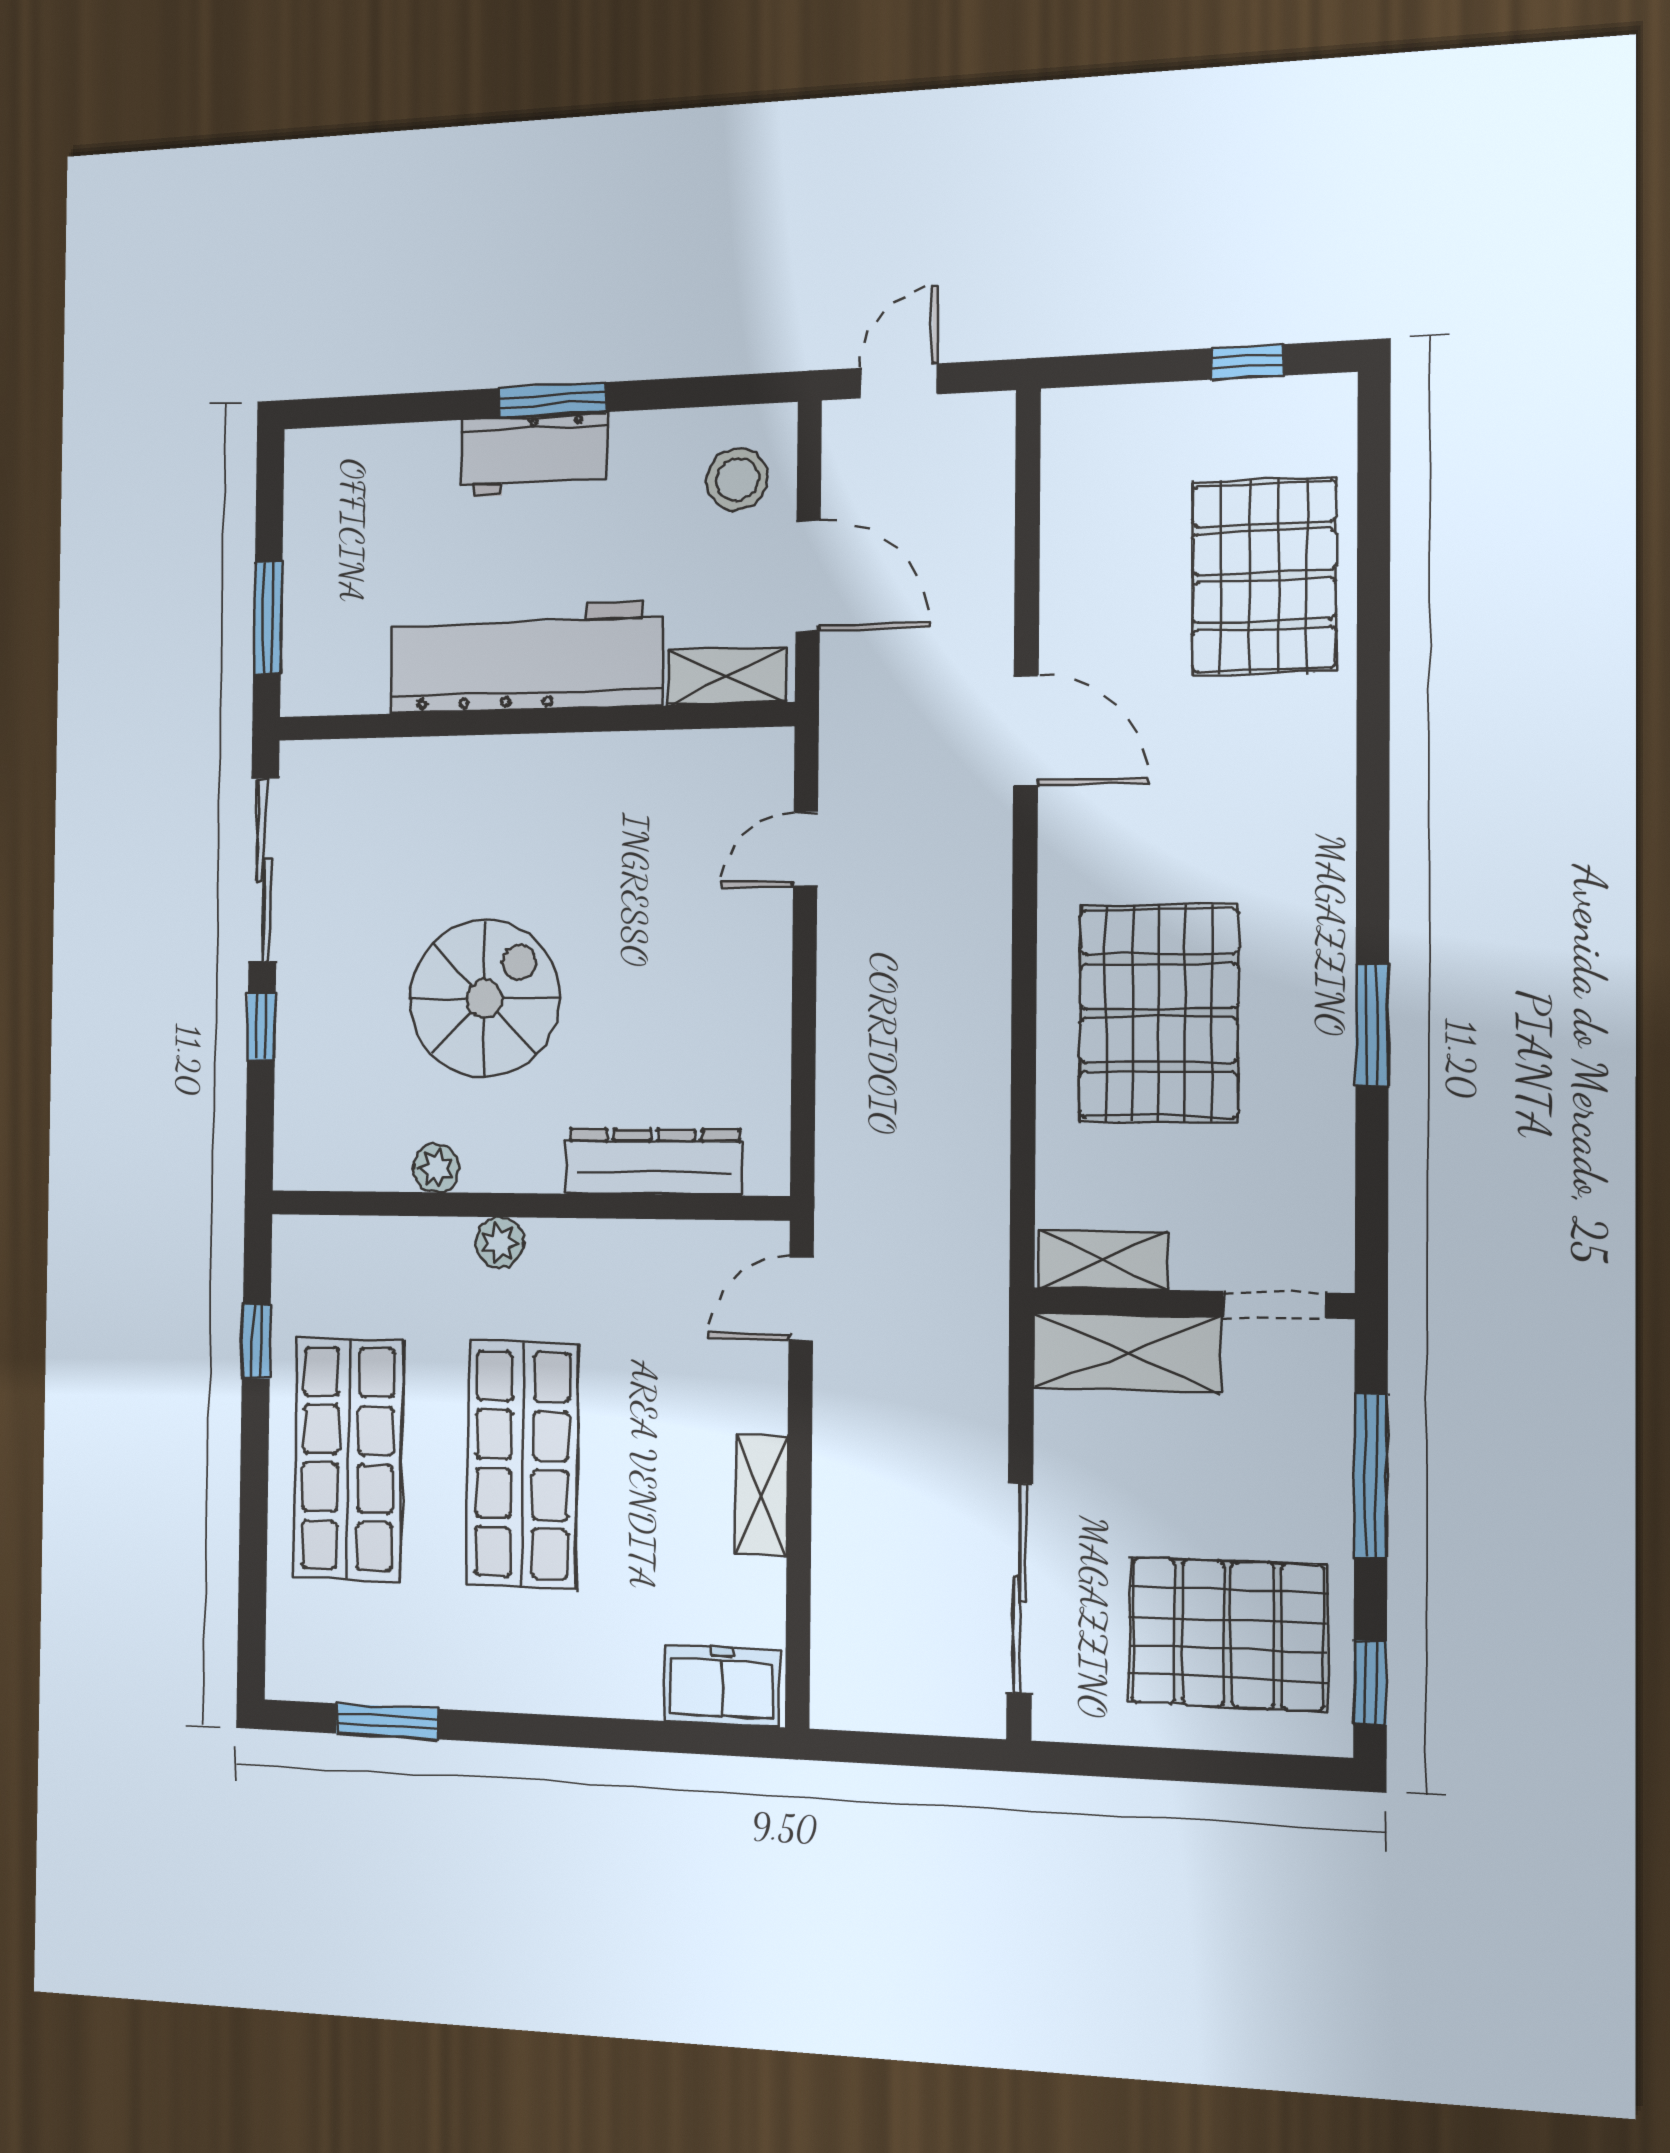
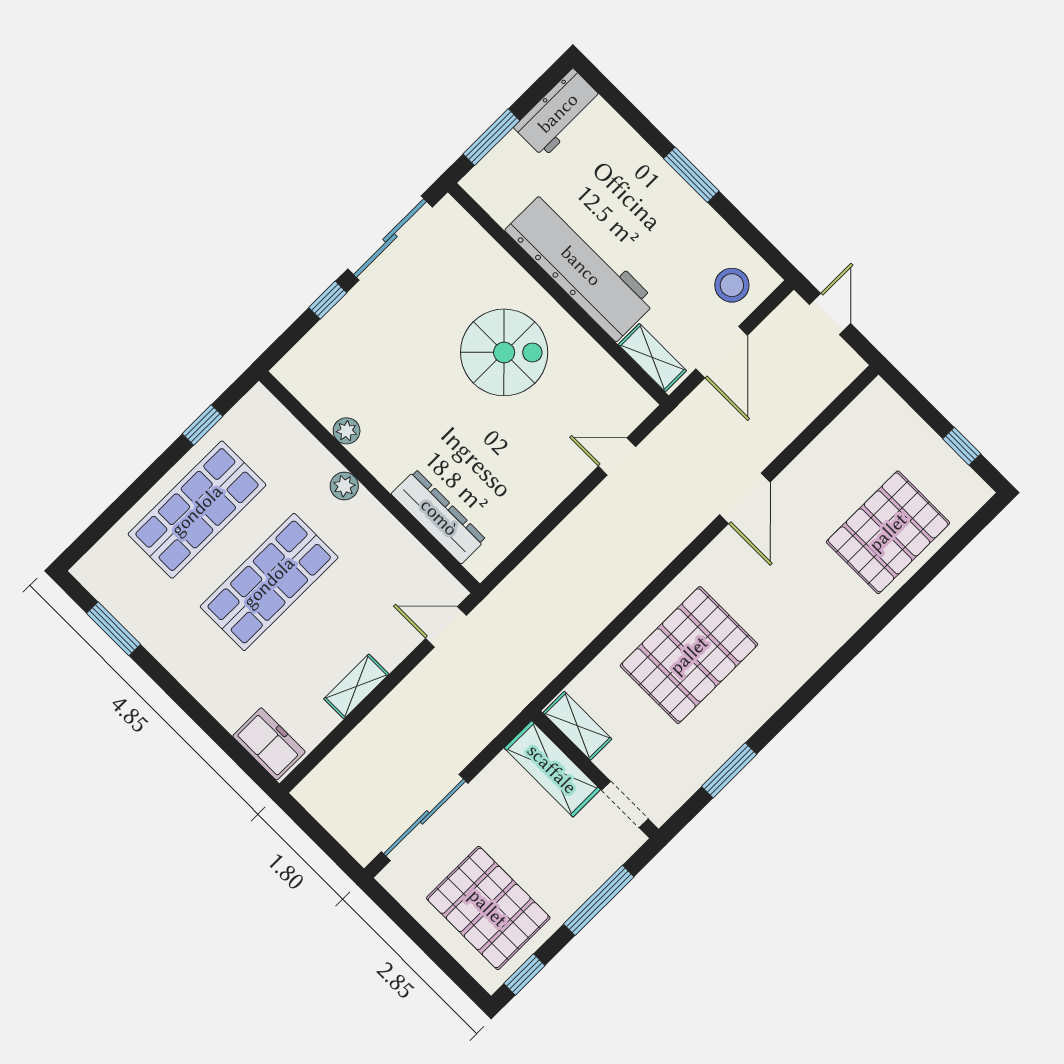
door: (899, 381) -> (830, 314), hinge flipped
workbench: (534, 455) -> (558, 113), moved, turned -90
spiral stairs: (484, 999) -> (504, 352), moved
window: (1372, 1025) -> (729, 770), moved

